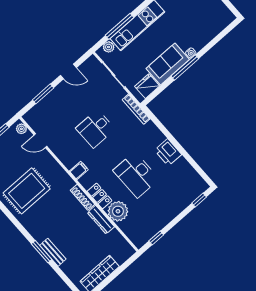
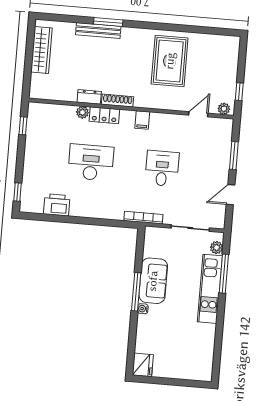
fridge: (147, 86) -> (143, 365), moved
printer: (168, 152) -> (57, 205), moved
plant: (118, 211) -> (82, 112), width x0.53, depth x0.53
dresser: (101, 220) -> (89, 97), width x0.70
bench: (53, 252) -> (98, 31), width x1.36

